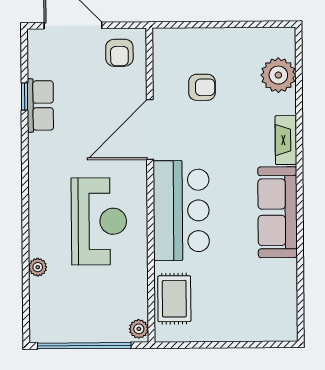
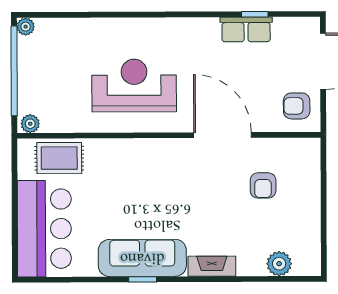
plant: (278, 75) -> (279, 264), width x0.73, depth x0.73
bar counter: (181, 211) -> (44, 229), moved, turned -90
window: (300, 212) -> (143, 279), added
reception desk: (99, 221) -> (134, 86), turned 180
plant: (38, 267) -> (26, 27), moved

